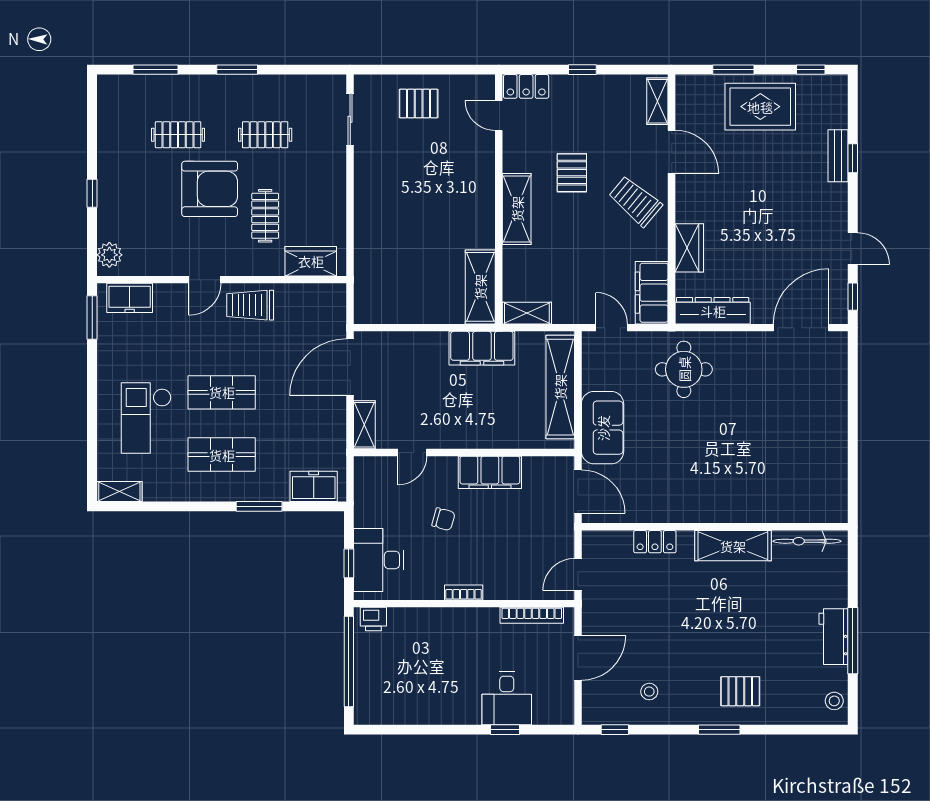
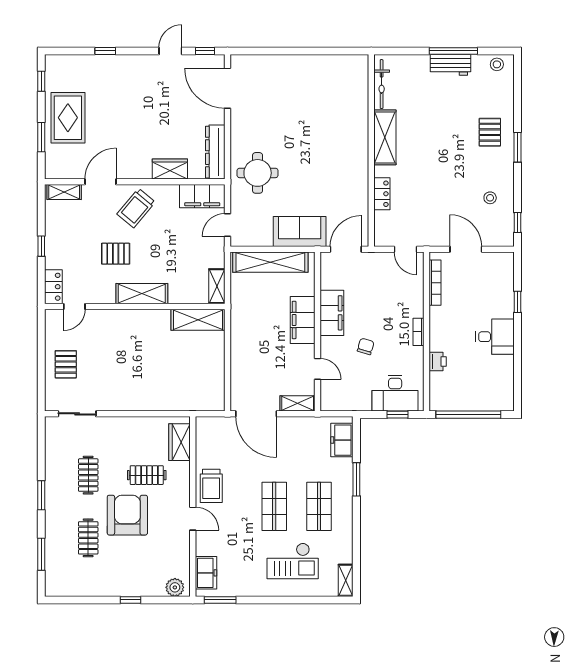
bench: (838, 156) -> (103, 62), removed
filing cabinet: (482, 348) -> (303, 320), moved, turned 180
printer: (373, 619) -> (438, 361), moved
desk: (507, 698) -> (495, 337), moved

